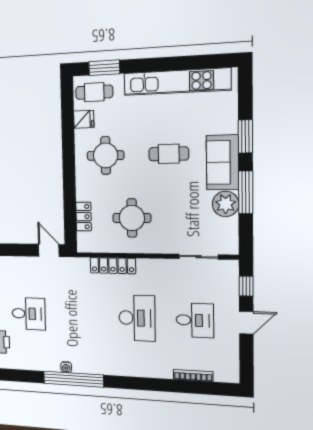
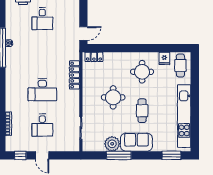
window: (104, 68) -> (195, 72), removed
window: (245, 136) -> (172, 155), moved
locker: (84, 217) -> (94, 57), moved
round table: (132, 218) -> (113, 97), moved
window: (246, 286) -> (20, 155), moved

